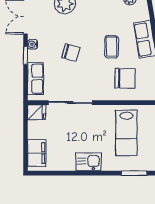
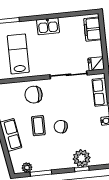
chair: (71, 53) -> (61, 127), moved
chair: (125, 78) -> (34, 95), moved

